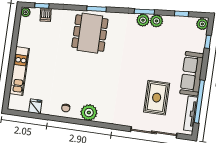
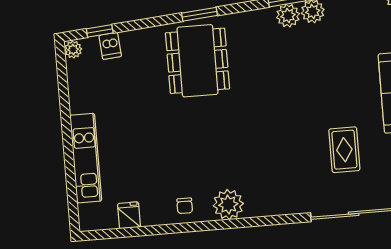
rug: (157, 98) -> (344, 150), width x0.73, depth x0.70

